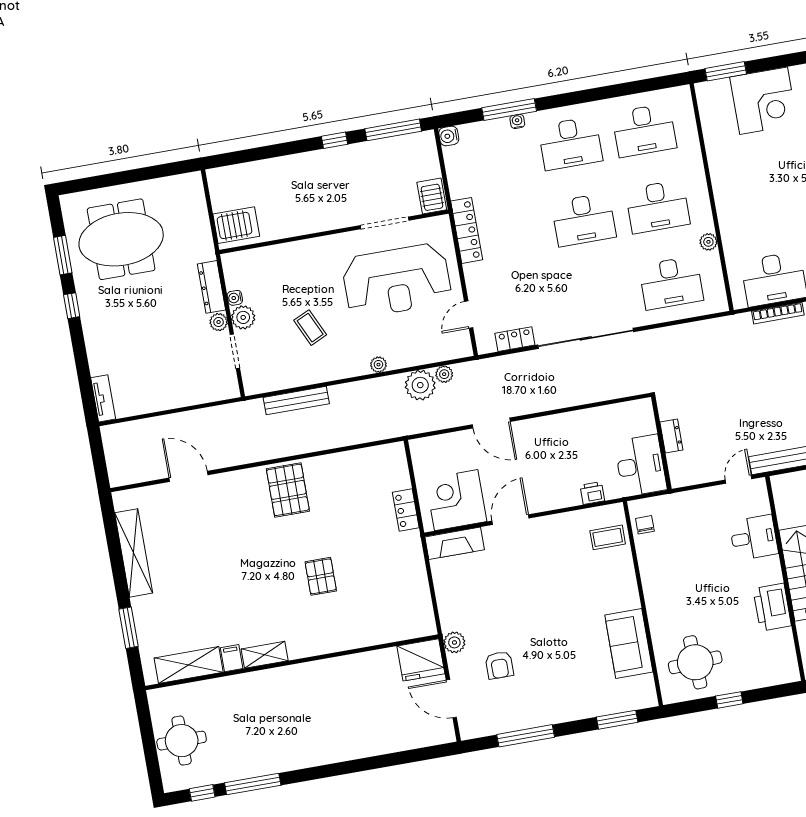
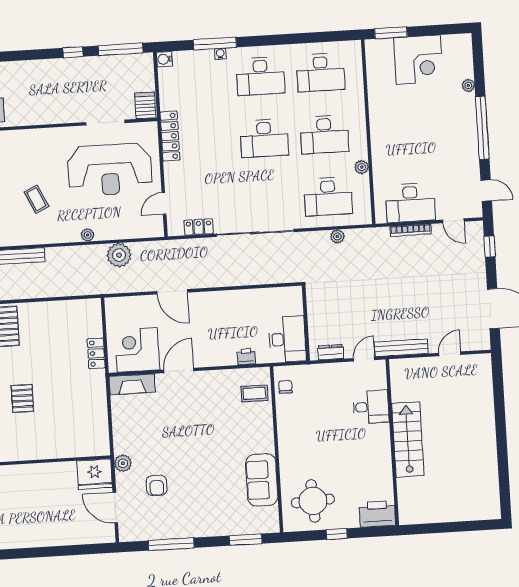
plant: (444, 374) -> (337, 236), moved
dresser: (671, 436) -> (331, 352), moved, turned -90
printer: (772, 607) -> (377, 514), moved, turned 90

